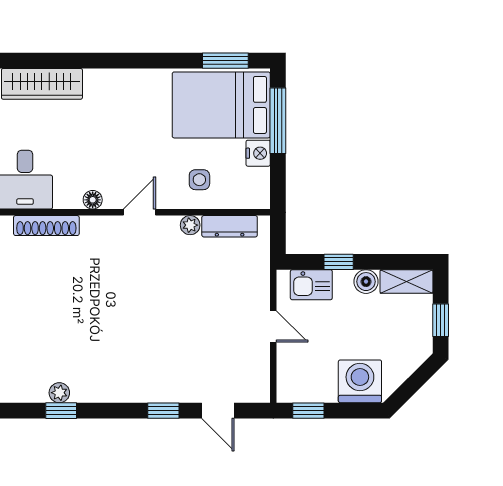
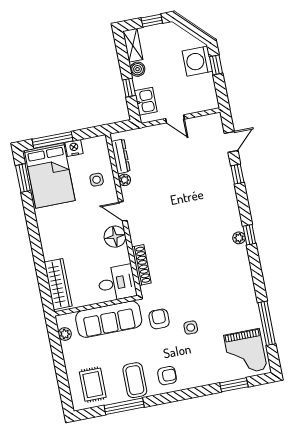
floor lamp: (93, 200) -> (115, 237), width x1.89, depth x1.89
door: (273, 327) -> (175, 119), swing flipped
window: (308, 411) -> (216, 65), moved

